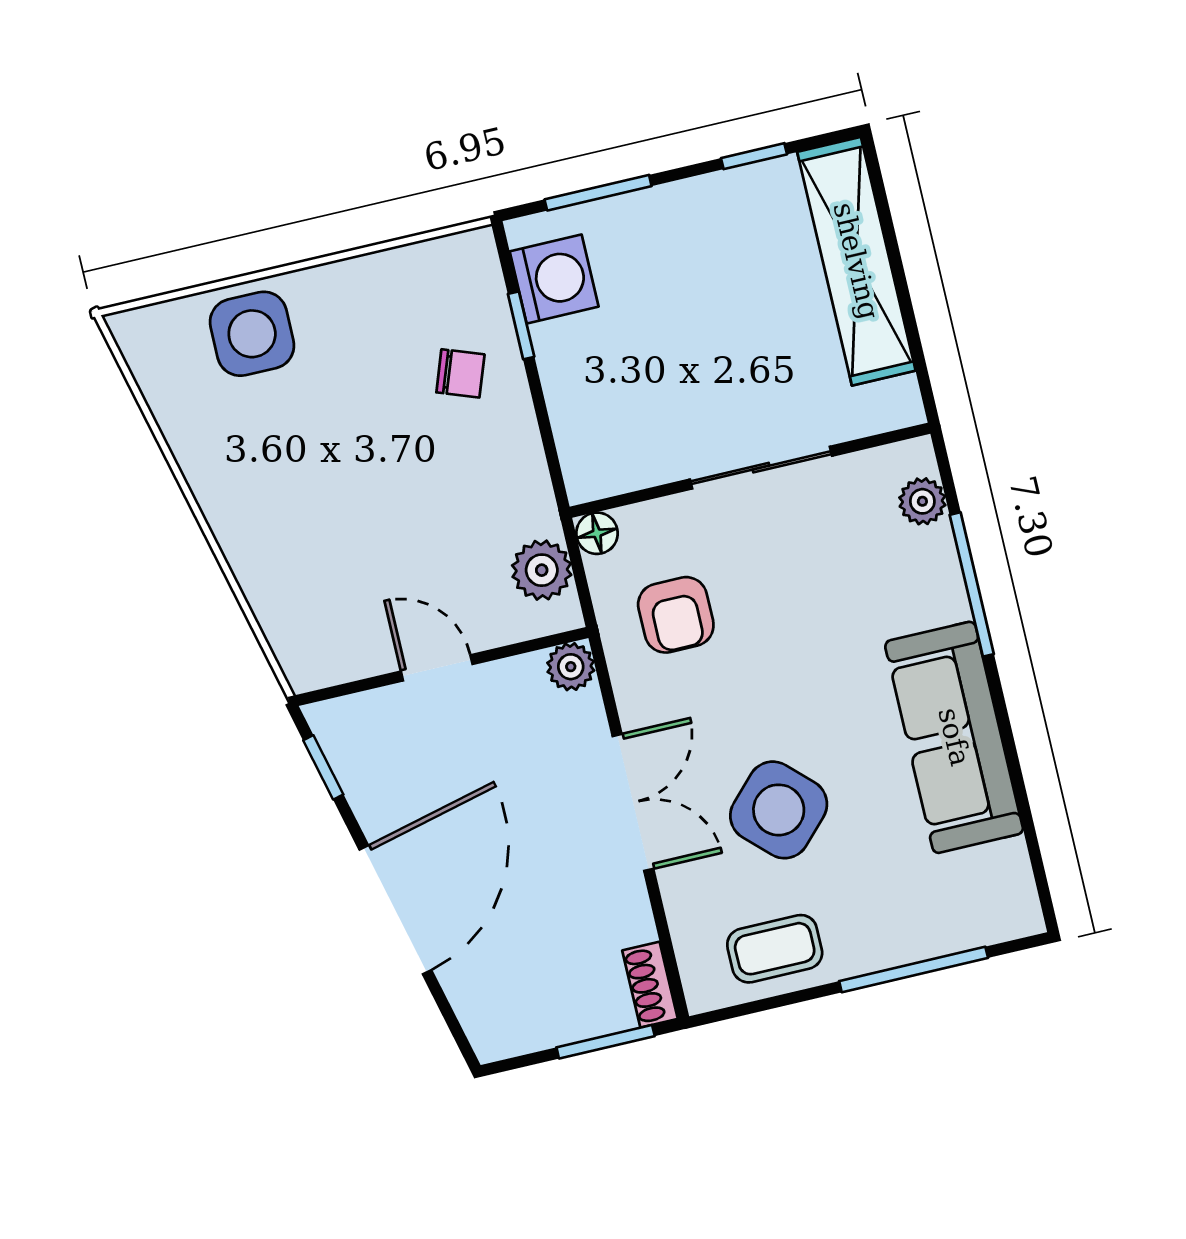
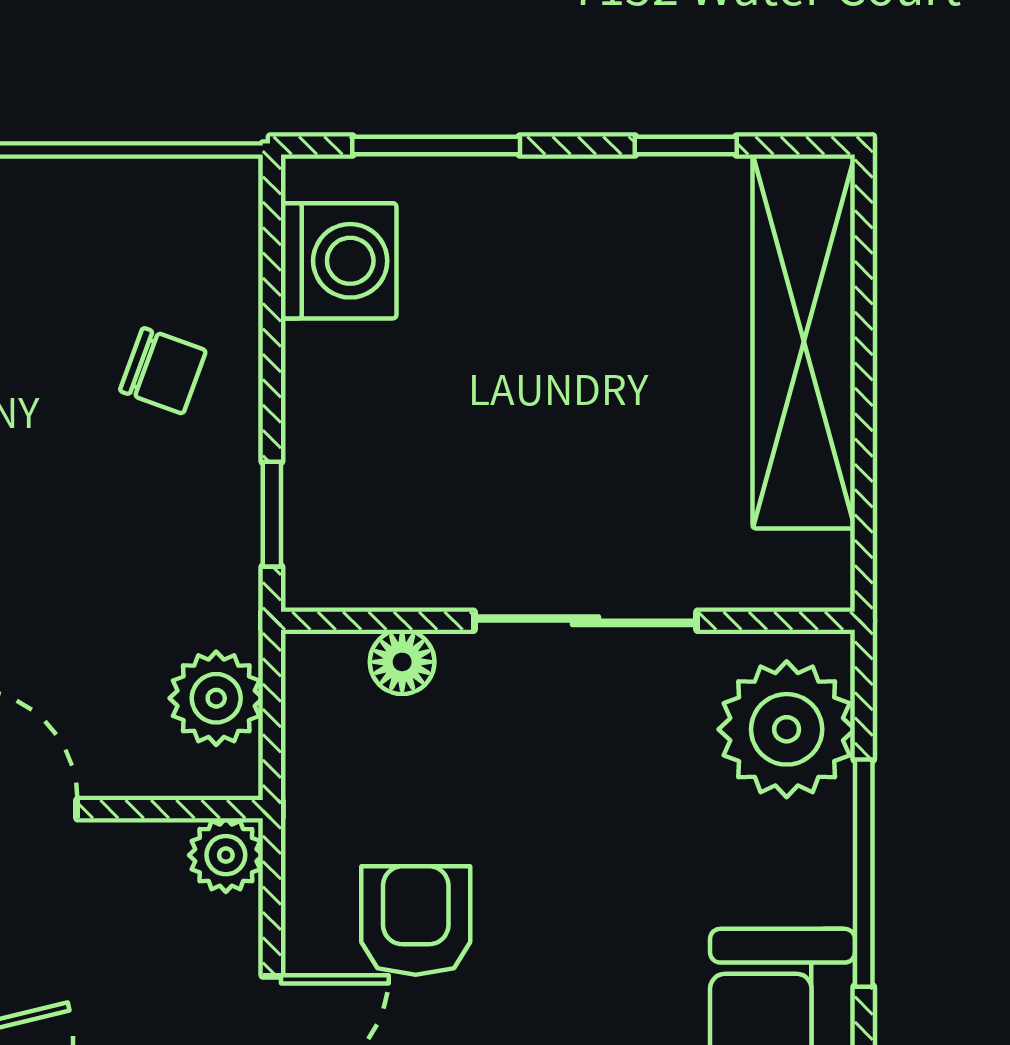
window: (521, 325) -> (272, 514), moved
plant: (922, 501) -> (787, 729), width x1.88, depth x1.88
floor lamp: (597, 533) -> (402, 662), moved
armchair: (676, 615) -> (416, 920), moved, turned 180

